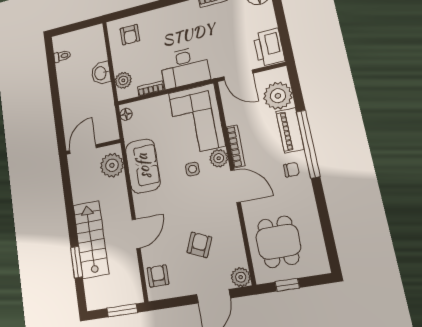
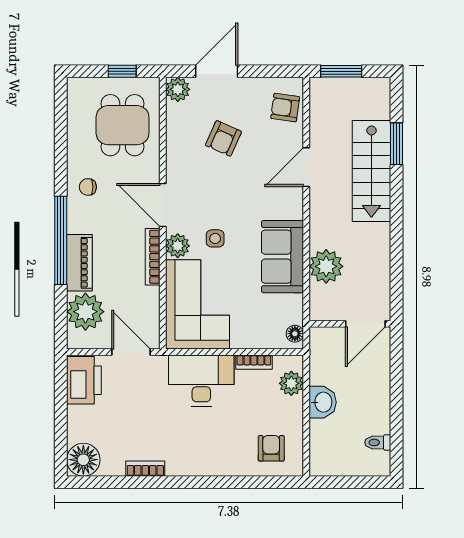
wall: (93, 147) -> (350, 324), moved
door: (83, 149) -> (365, 324), moved
chair: (292, 170) -> (88, 187), moved
armchair: (158, 276) -> (285, 108), turned 98

